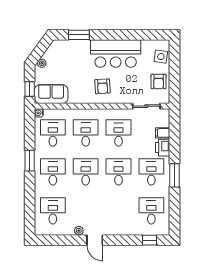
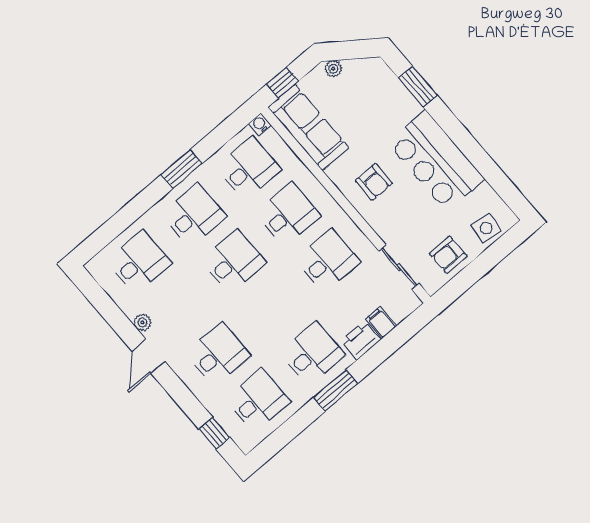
armchair: (102, 86) -> (374, 182), turned -87
sofa: (51, 94) -> (308, 127), width x1.36
desk: (118, 172) -> (218, 354), moved

